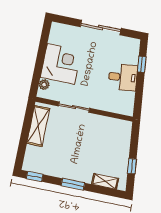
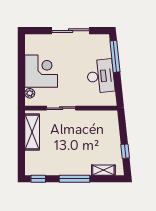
window: (142, 64) -> (115, 56), width x2.17
desk: (123, 77) -> (101, 76), width x1.37
window: (73, 184) -> (75, 179), width x1.44

